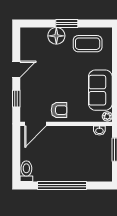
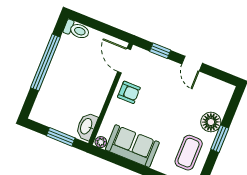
armchair: (59, 110) -> (129, 92), turned -90
washbasin: (99, 131) -> (87, 126), width x1.91, depth x1.45

